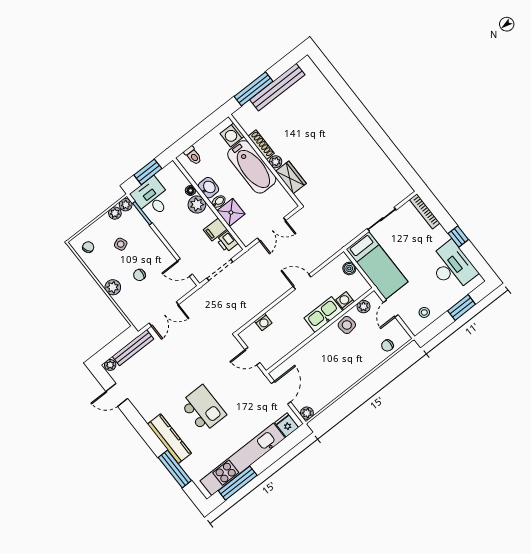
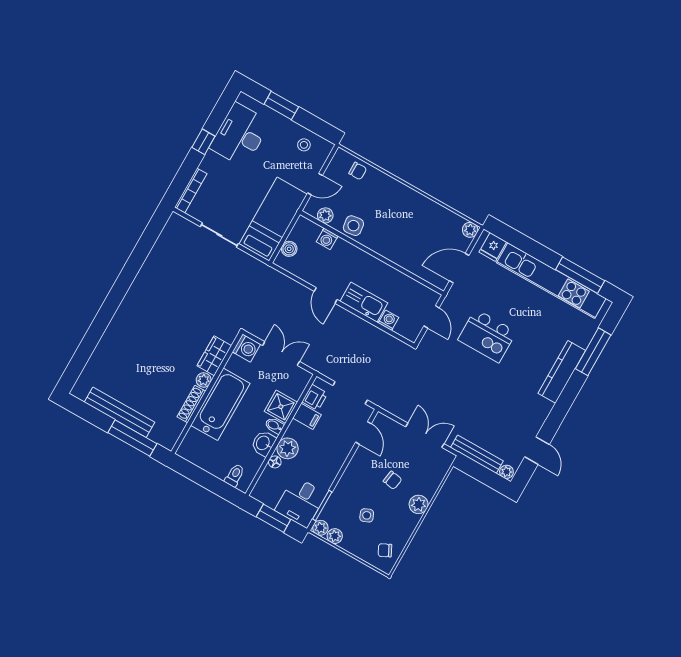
washing machine: (232, 135) -> (246, 348), moved
kitchen sink: (323, 314) -> (364, 302), moved, turned 180
kitchen island: (203, 409) -> (487, 336), moved, turned -90

